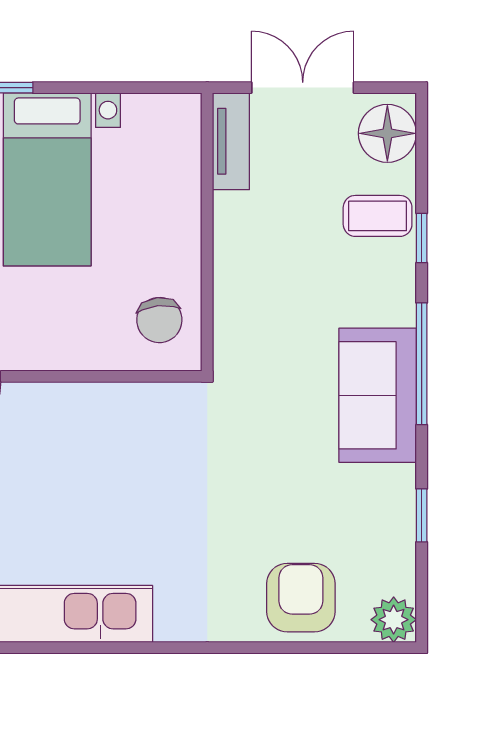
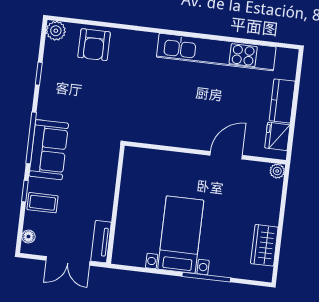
floor lamp: (387, 133) -> (28, 237), width x0.53, depth x0.53
chair: (159, 320) -> (140, 169), removed
sofa: (378, 395) -> (49, 150), moved

